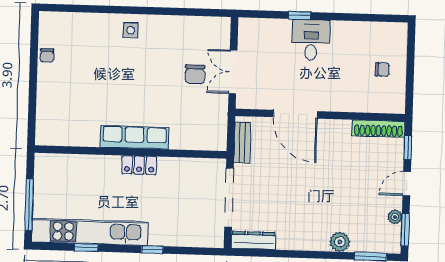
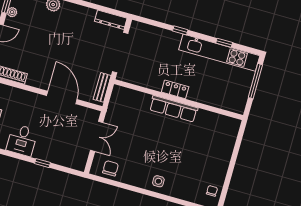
desk: (311, 40) -> (22, 140), moved
chair: (47, 55) -> (212, 191), moved
chair: (195, 74) -> (110, 168), moved

